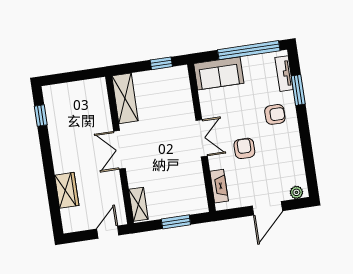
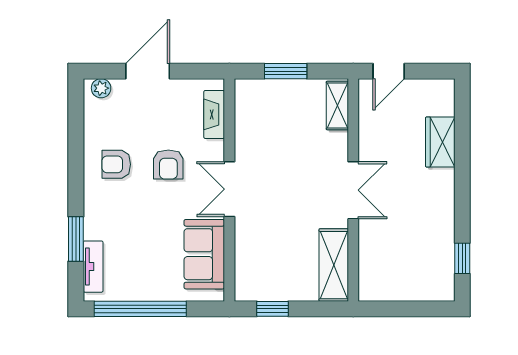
sofa: (219, 73) -> (204, 254), moved, turned -90
armchair: (275, 114) -> (116, 164), moved

